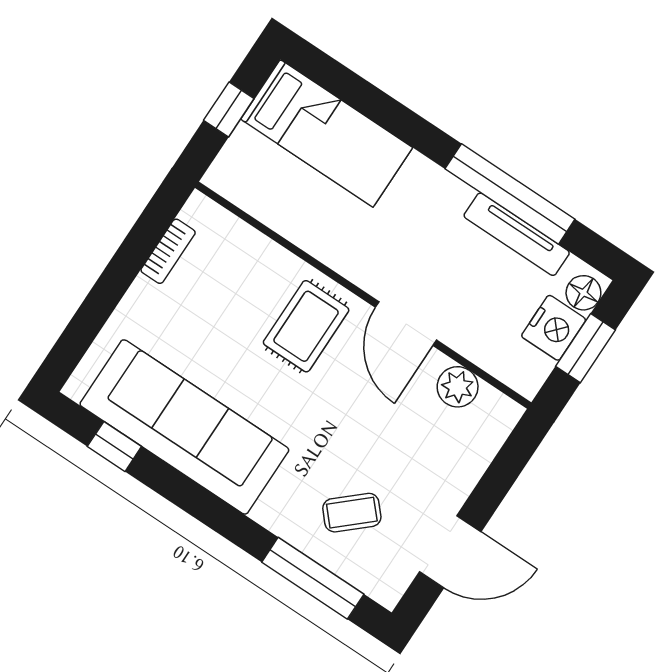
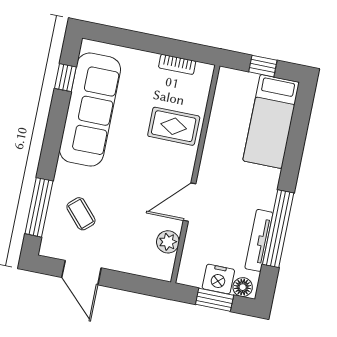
rug: (306, 326) -> (174, 126), moved

